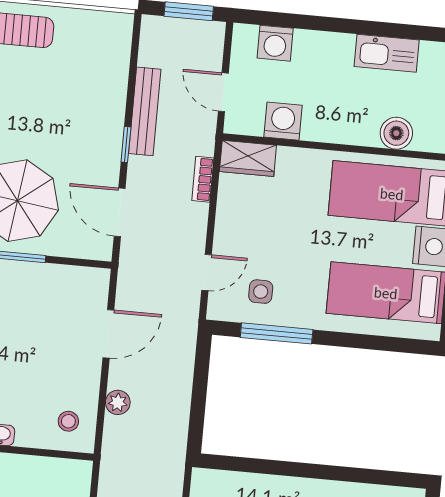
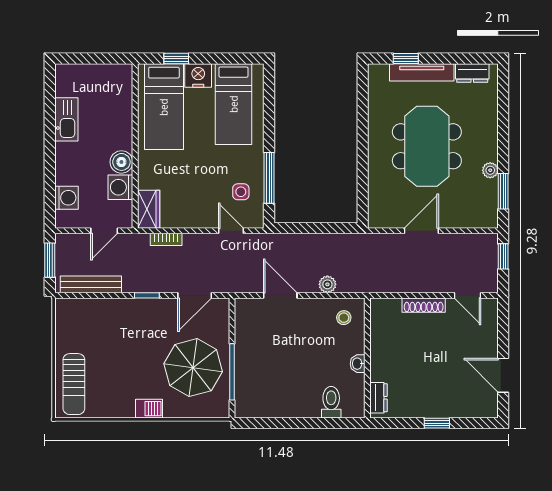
bench: (145, 111) -> (91, 284), moved
boiler: (396, 133) -> (121, 162), moved

